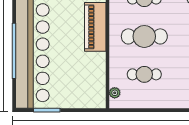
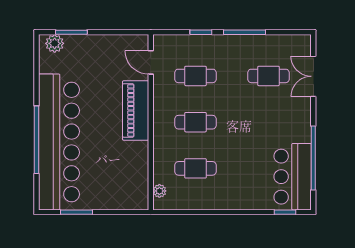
cafe table: (144, 36) -> (195, 122), width x0.73, depth x0.74

